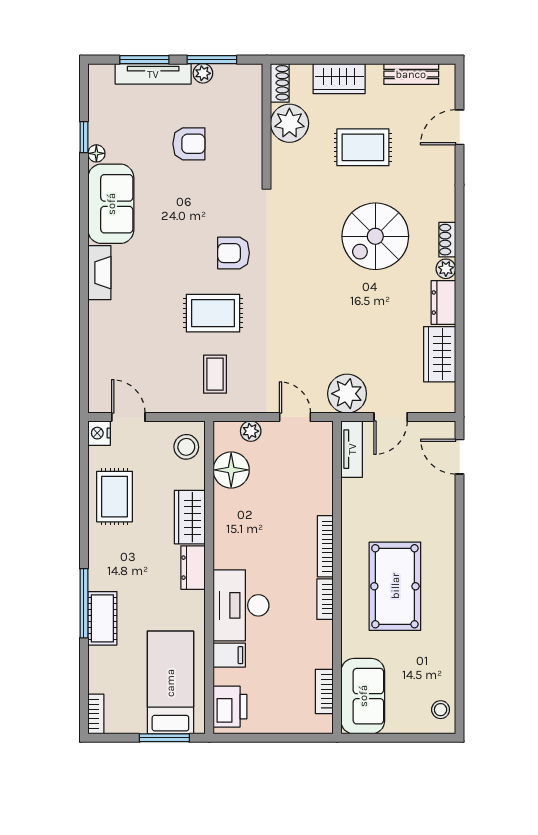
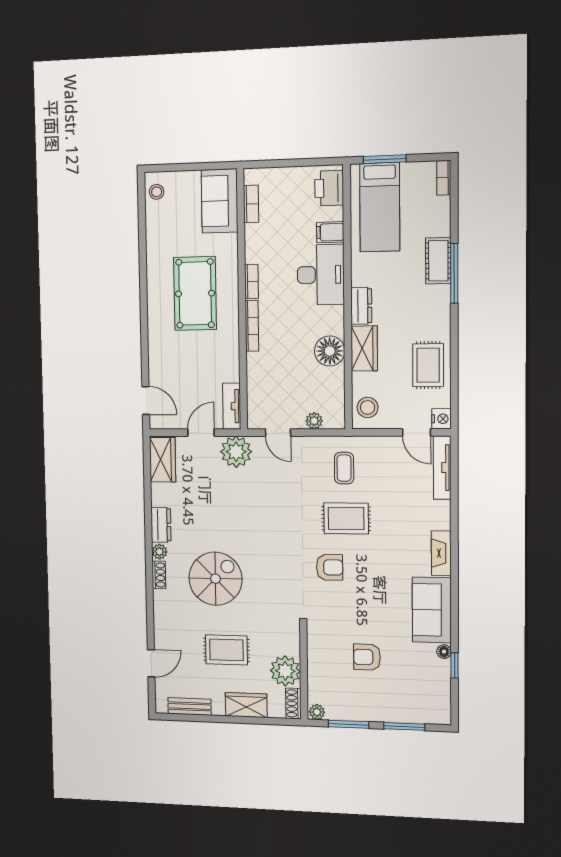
plant: (203, 73) -> (317, 712), moved
tv unit: (153, 74) -> (442, 468), moved, turned -90
wardrobe: (440, 354) -> (163, 460), moved
floor lamp: (231, 470) -> (330, 351), moved

